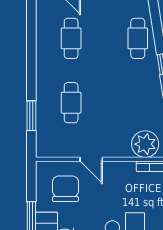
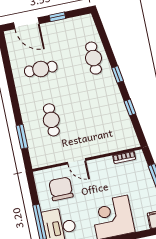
cafe table: (71, 38) -> (41, 69), turned 90
plant: (145, 144) -> (117, 140), removed

